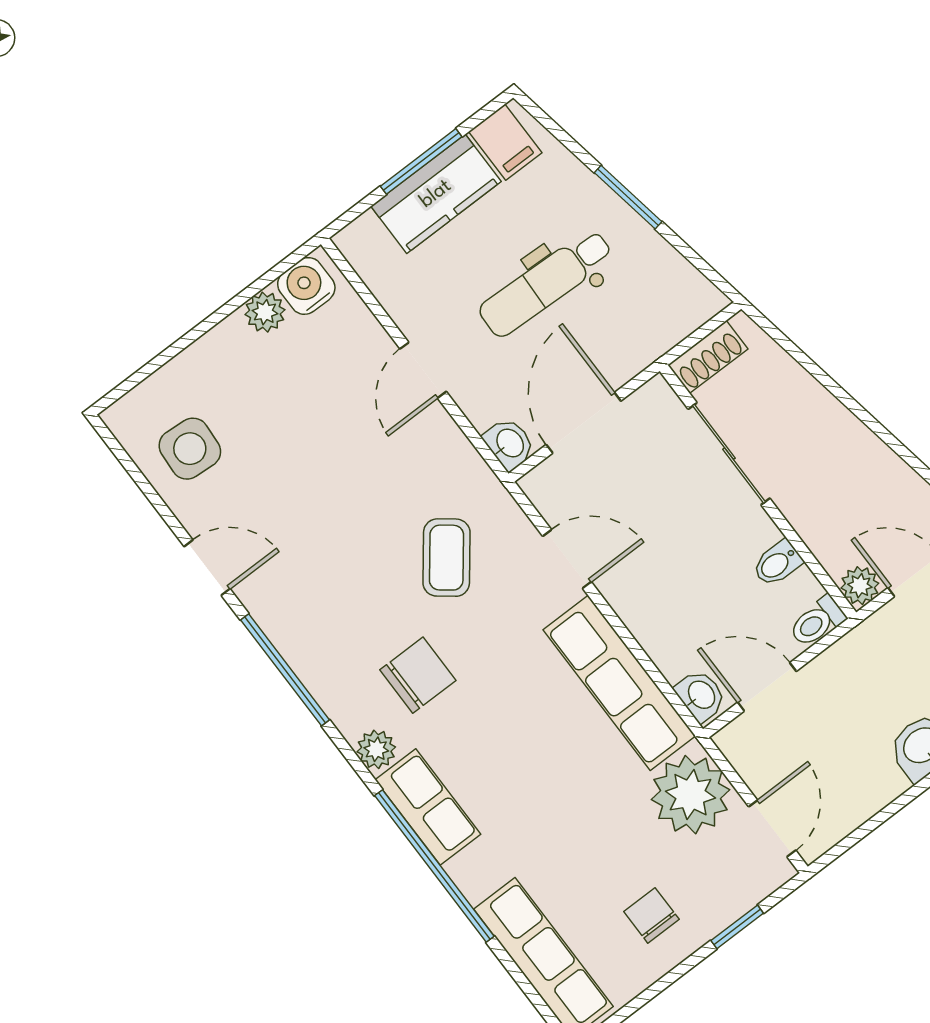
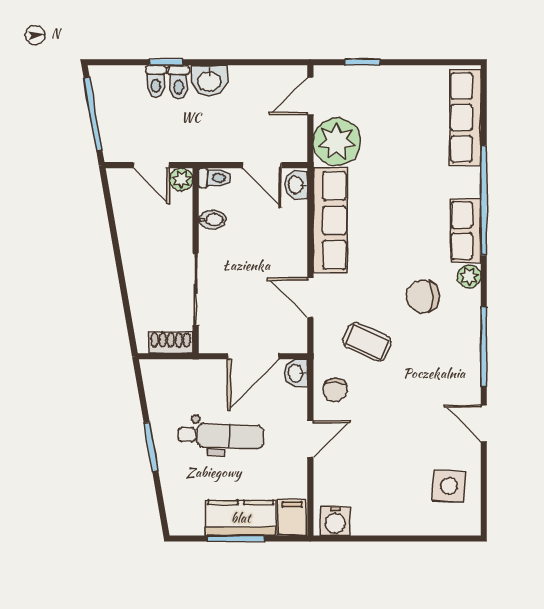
filing cabinet: (505, 142) -> (292, 517), moved
plant: (265, 312) -> (364, 524), removed
coffee table: (446, 558) -> (367, 342), turned 76
chair: (651, 915) -> (335, 390), moved

